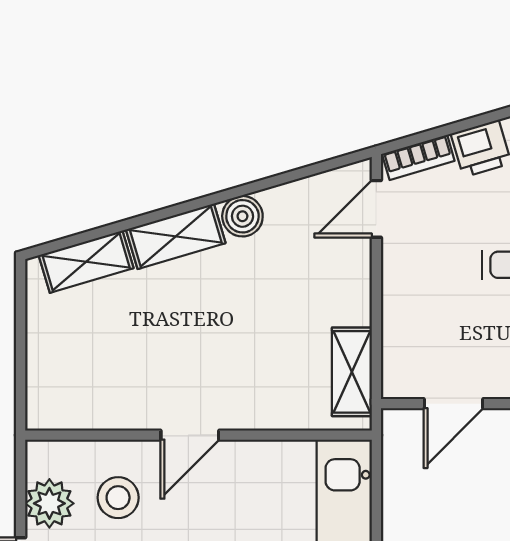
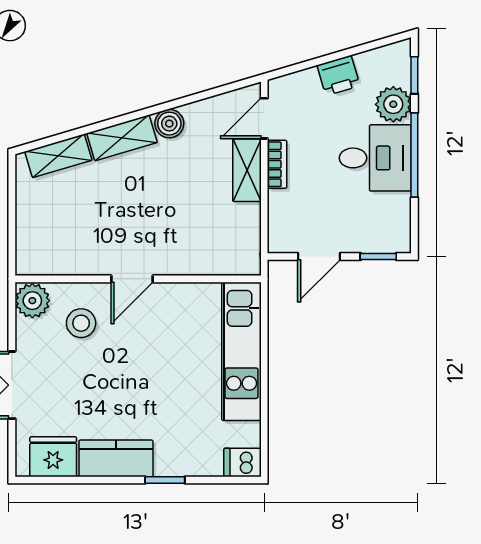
bookcase: (418, 157) -> (277, 164), moved, turned -74
shelving: (352, 372) -> (247, 170), moved
plant: (49, 503) -> (32, 301), moved

